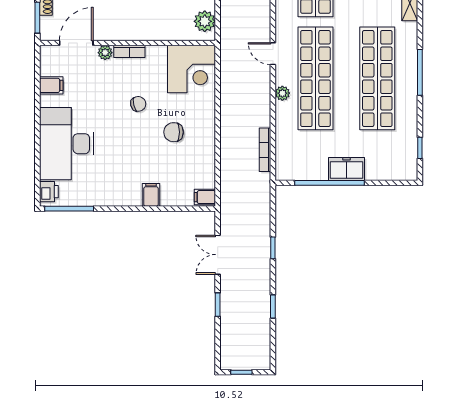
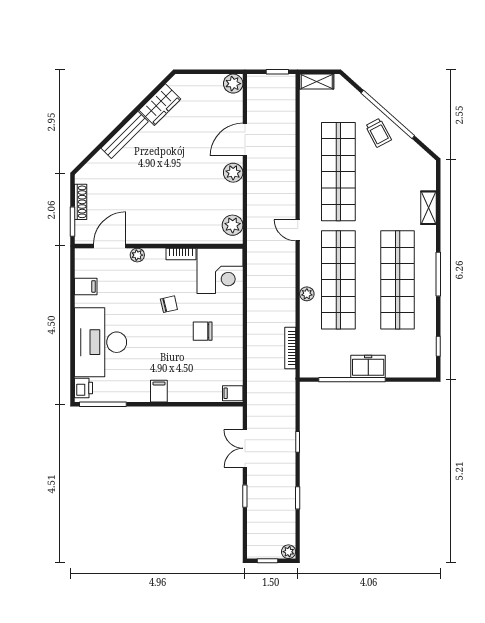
bookcase: (129, 51) -> (181, 254), moved
door: (273, 54) -> (298, 230), moved
filing cabinet: (151, 195) -> (159, 391), moved
plant: (263, 363) -> (289, 552), added

